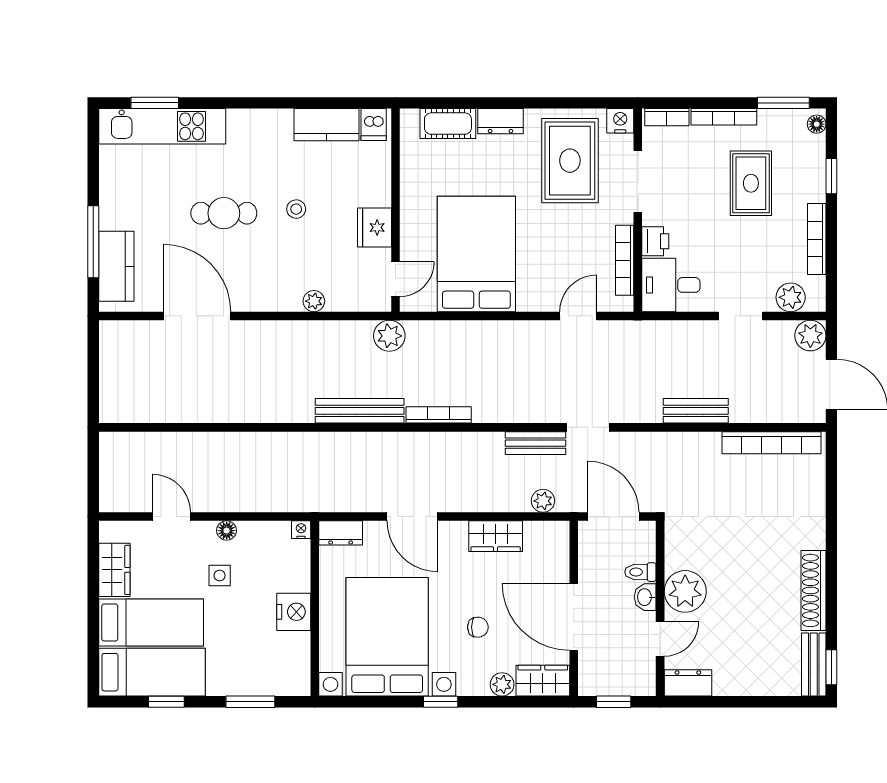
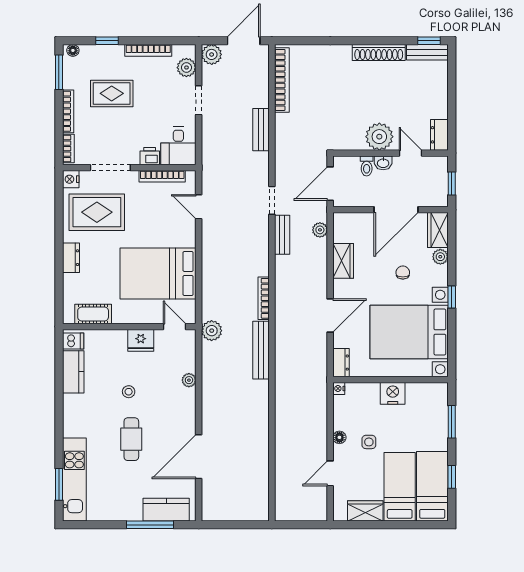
cot: (448, 124) -> (93, 314), moved, turned 90

